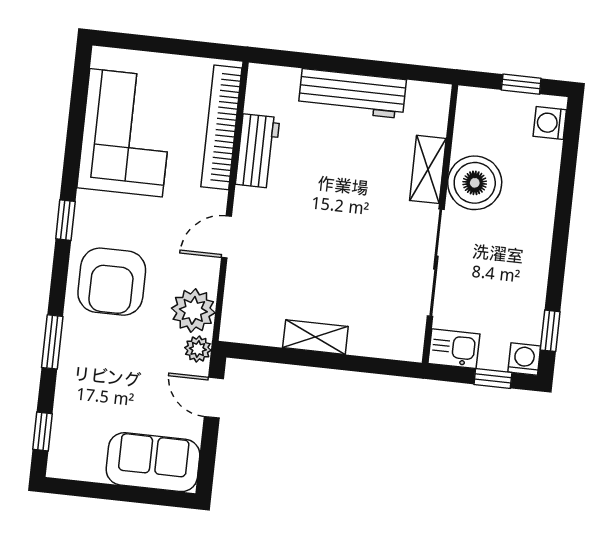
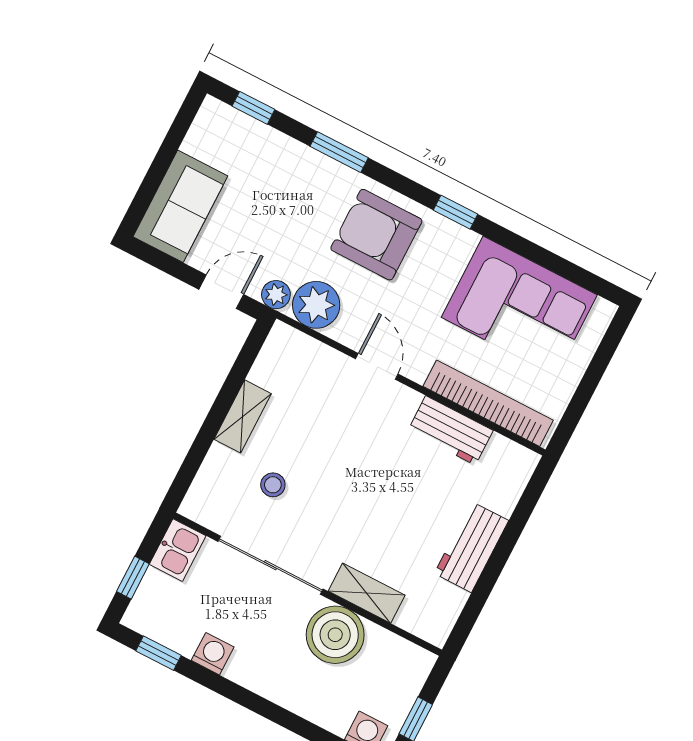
workbench: (352, 93) -> (471, 547), width x0.73
stool: (365, 288) -> (273, 485), added
washing machine: (524, 359) -> (213, 654), moved, turned -90

